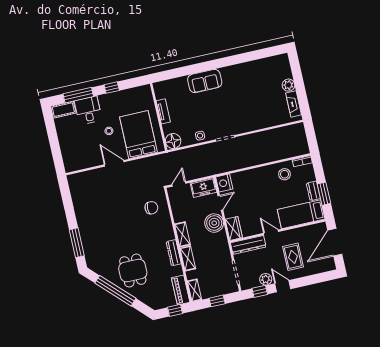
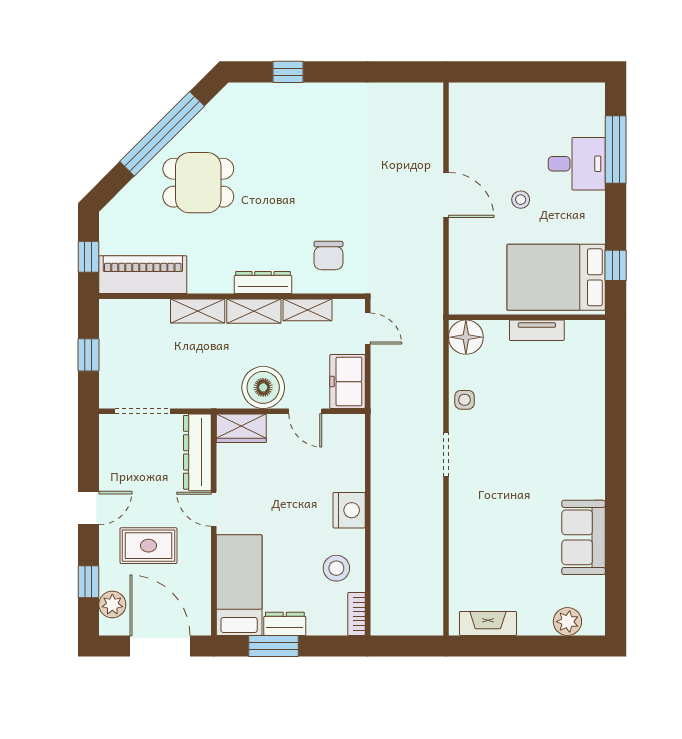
sofa: (205, 81) -> (584, 537), moved
plant: (288, 85) -> (567, 622), moved
window: (112, 88) -> (616, 265), moved
cot: (63, 110) -> (591, 109), removed
bed: (138, 135) -> (556, 277), moved, turned 180
door: (114, 163) -> (446, 195), hinge flipped
nightstand: (224, 183) -> (349, 510), moved, turned 90
door: (271, 232) -> (214, 509), swing flipped
window: (77, 243) -> (288, 72), width x0.46
dresser: (174, 253) -> (263, 283), moved
plant: (266, 279) -> (112, 604), moved
piano: (181, 290) -> (143, 275), width x1.37, depth x1.33
shelving: (195, 290) -> (307, 310), moved
window: (260, 291) -> (88, 582), moved

